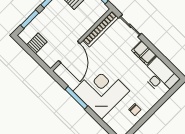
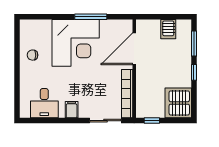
door: (69, 52) -> (134, 49), hinge flipped
filing cabinet: (144, 53) -> (72, 110), width x0.50
desk: (160, 76) -> (44, 103), width x0.73

